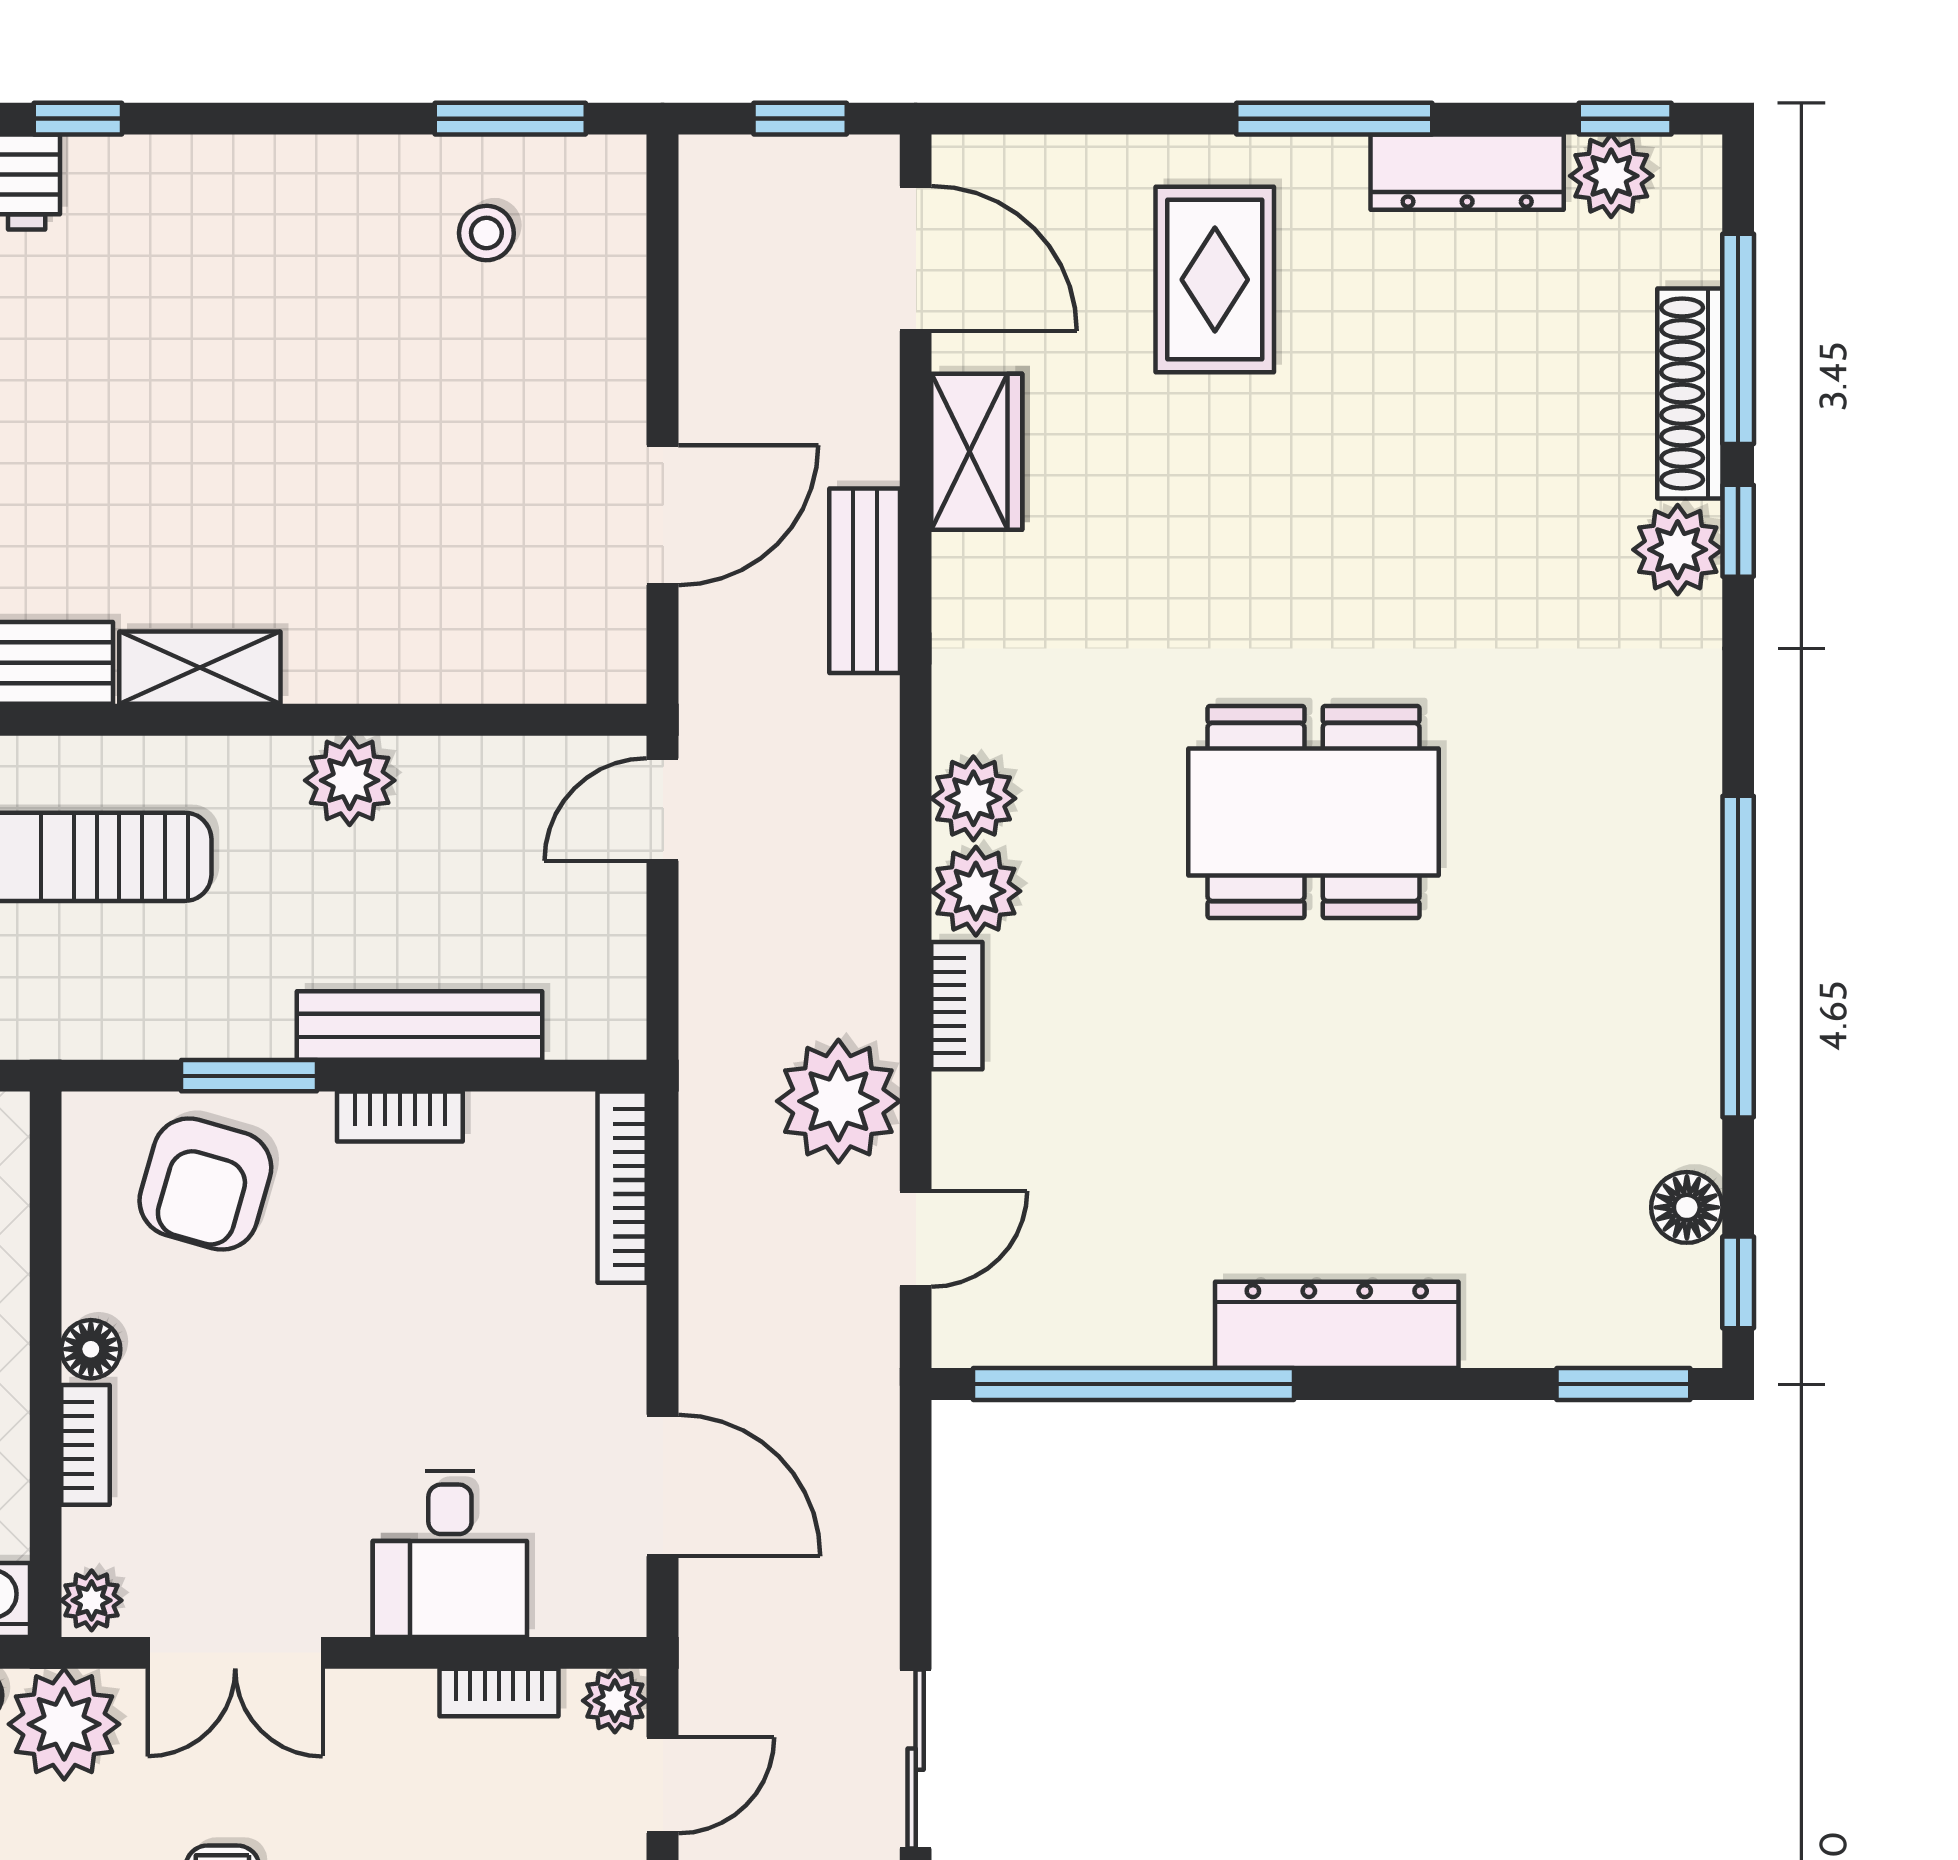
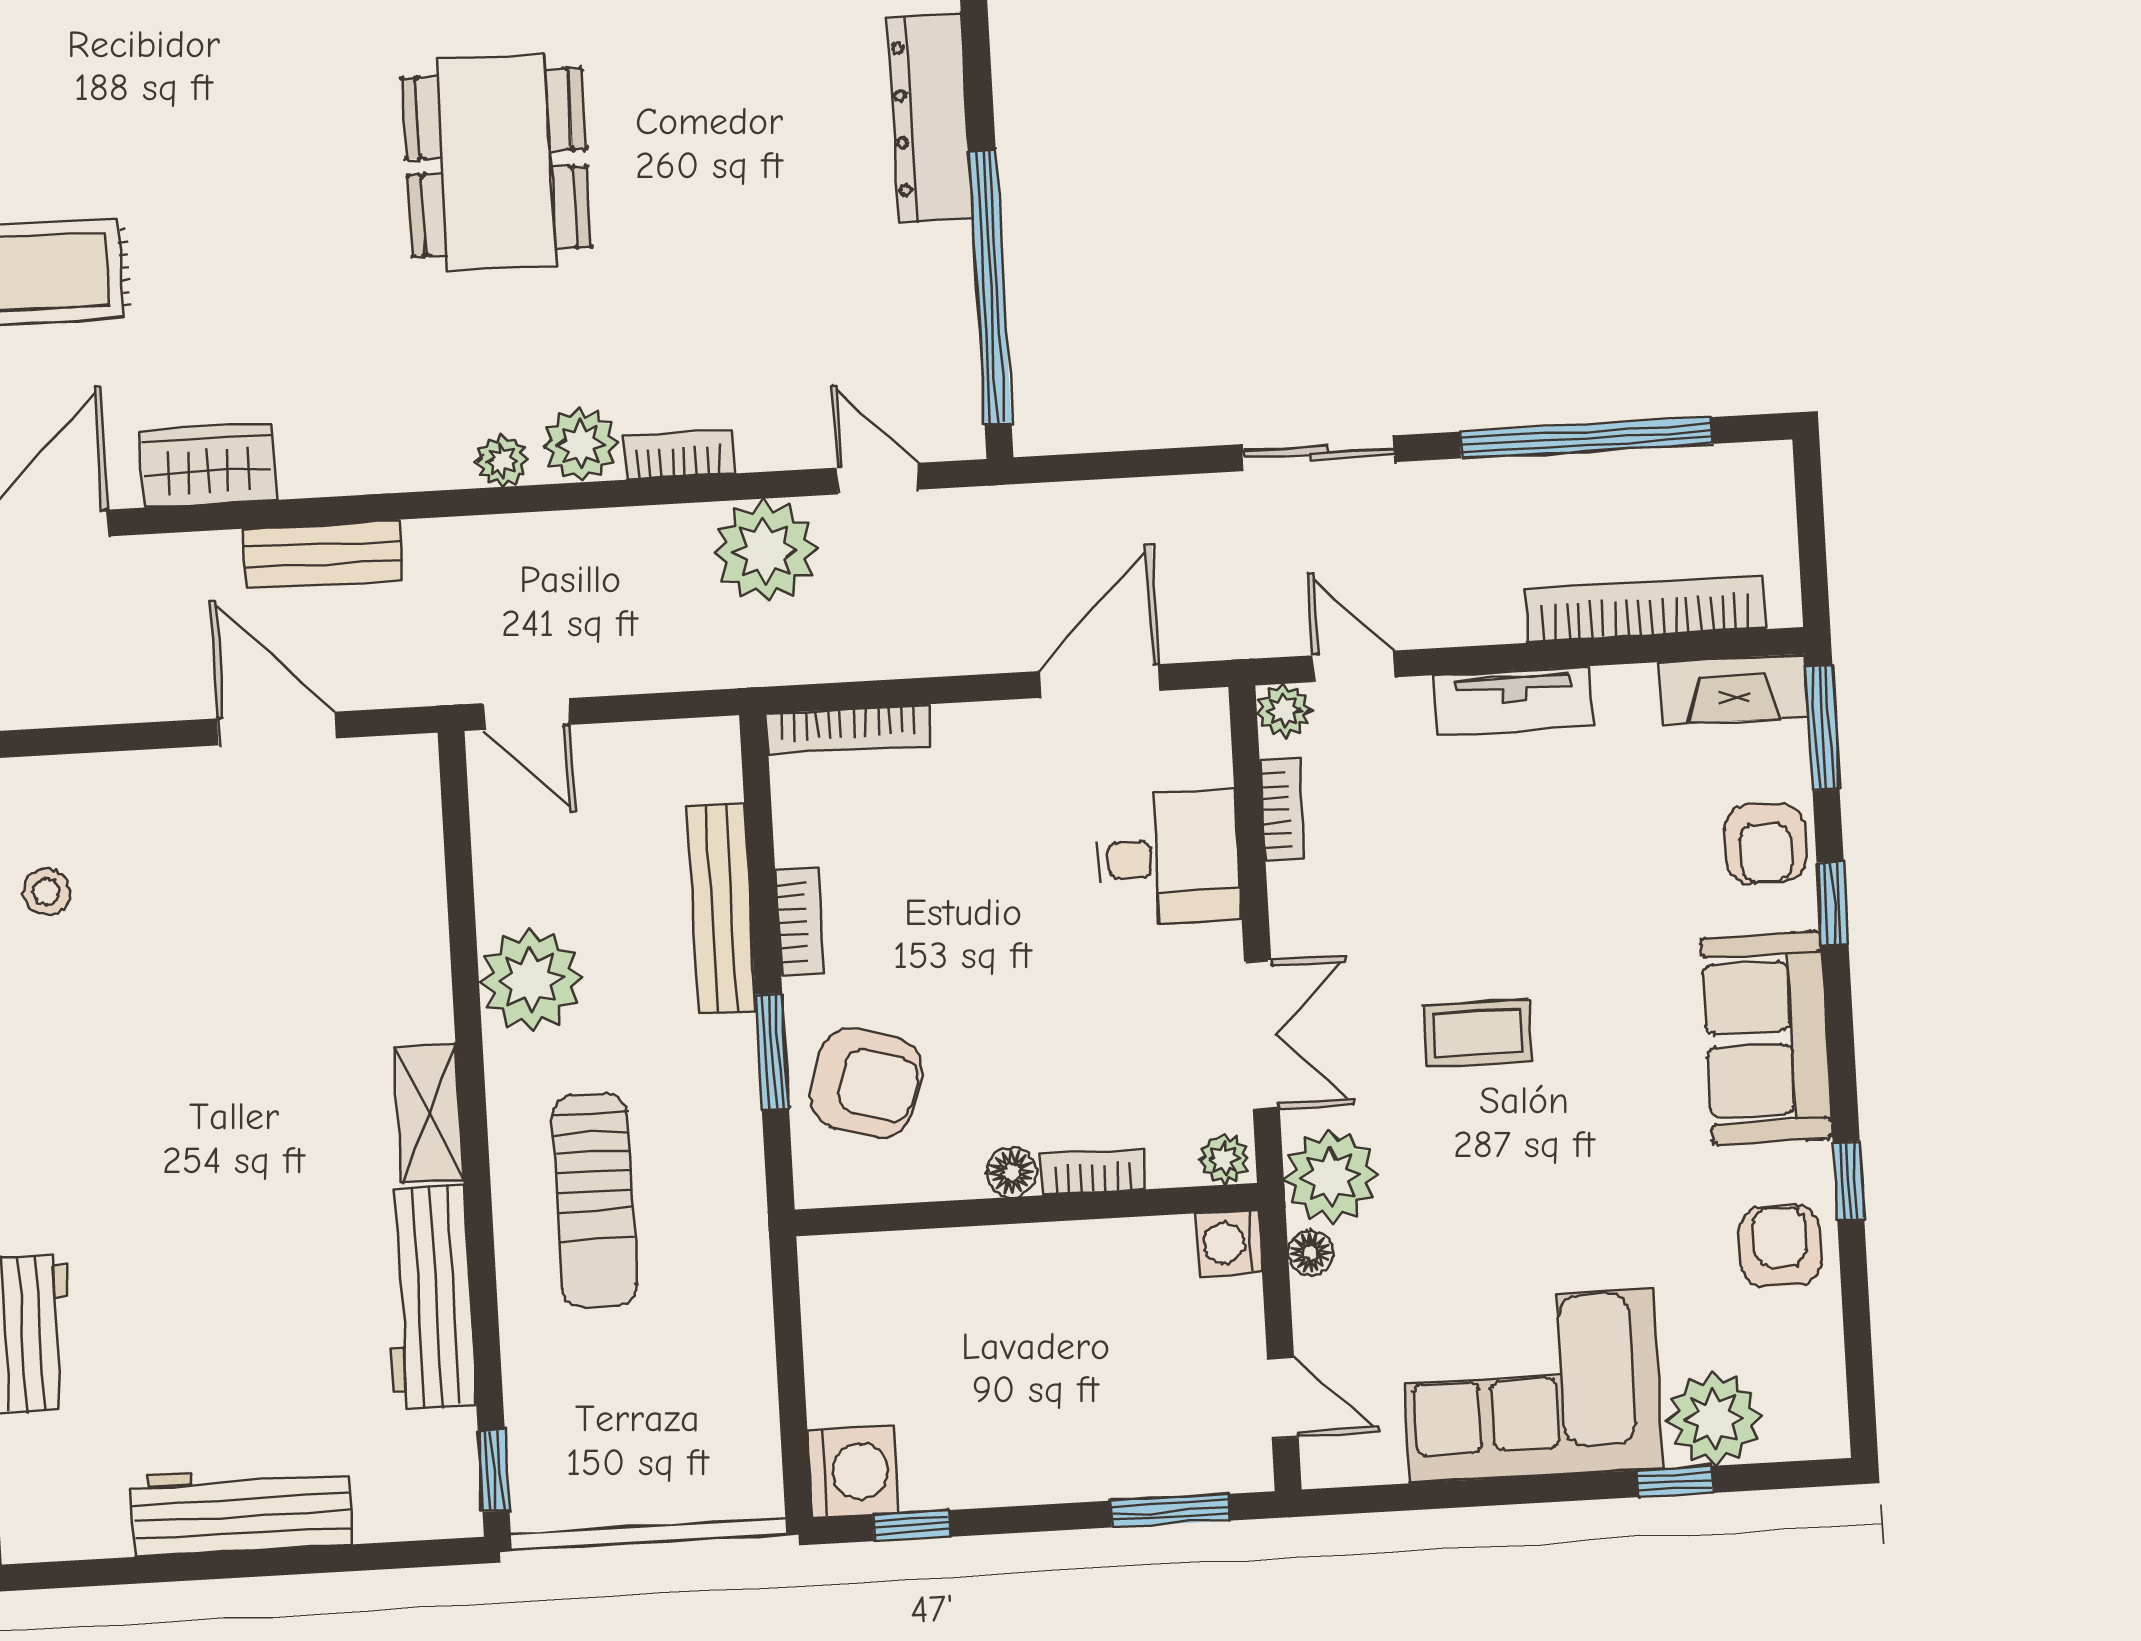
plant: (350, 780) -> (531, 980), width x1.36, depth x1.36
plant: (973, 798) -> (502, 461), width x0.73, depth x0.73

